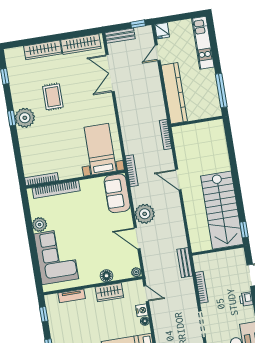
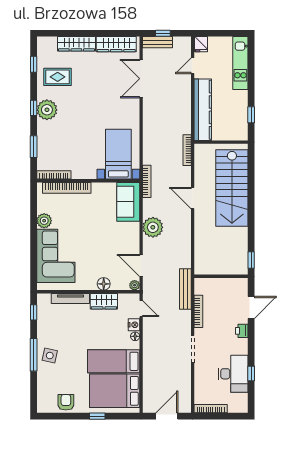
window: (138, 24) -> (163, 33), moved
window: (221, 90) -> (251, 115), width x0.46
rug: (53, 97) -> (58, 77), moved, turned 90
window: (18, 155) -> (34, 147), added
stairs: (222, 210) -> (232, 188), moved
door: (137, 238) -> (141, 266), moved
bench: (185, 263) -> (185, 289), width x1.36
tv unit: (72, 296) -> (70, 298), width x1.41

